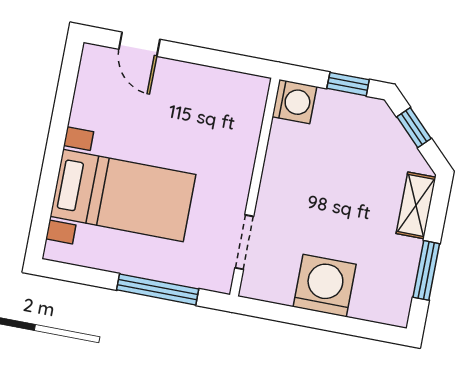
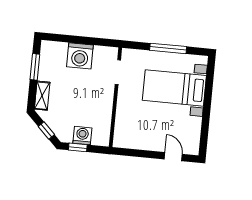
washing machine: (294, 102) -> (82, 136), moved, turned 90
window: (158, 289) -> (168, 48), moved

